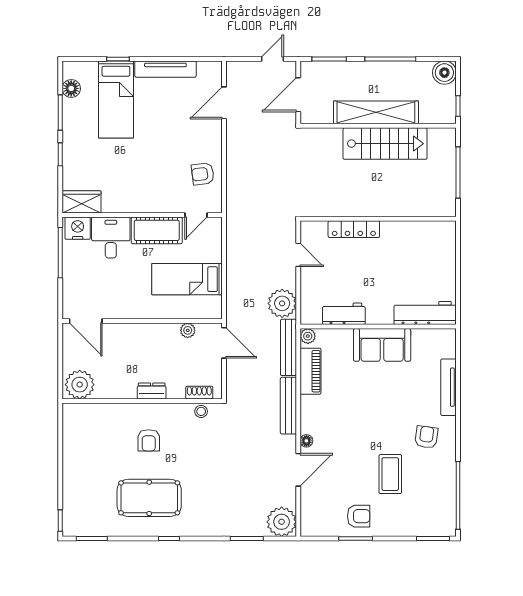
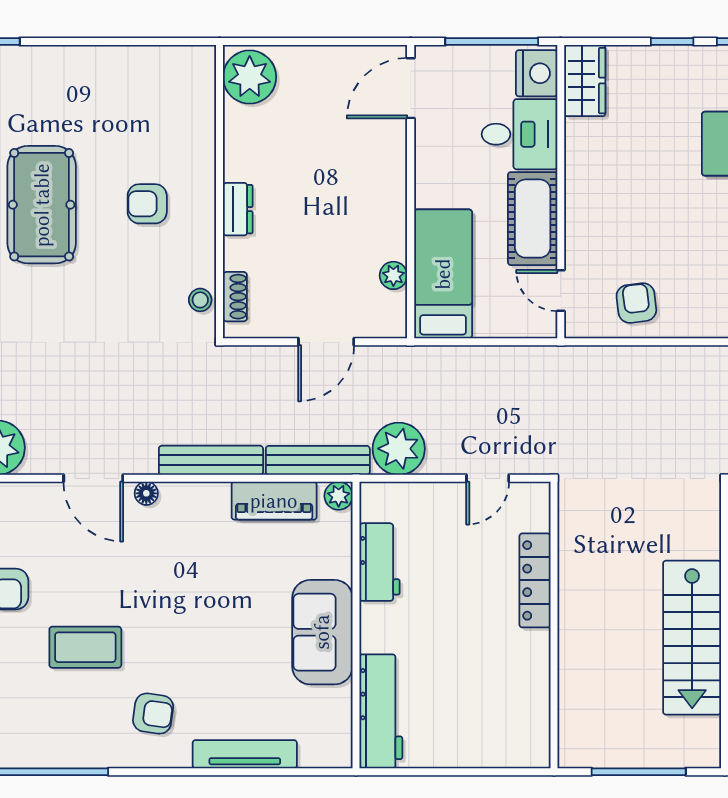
door: (86, 321) -> (411, 88), moved
wall: (142, 321) -> (411, 192), moved
plant: (188, 330) -> (393, 275), moved

